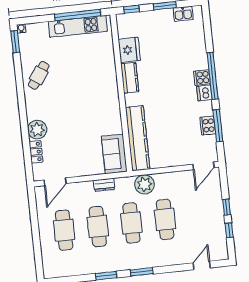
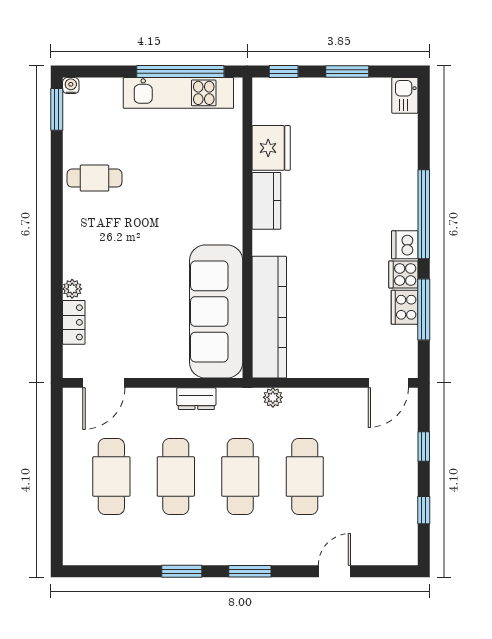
kitchen sink: (183, 14) -> (405, 95), moved, turned 90
cafe table: (39, 75) -> (94, 178), turned 55
cooker: (202, 77) -> (403, 274), moved
plant: (37, 130) -> (72, 289), width x0.53, depth x0.53
sofa: (114, 154) -> (216, 311), width x1.85, depth x1.27
plant: (144, 184) -> (273, 397), width x0.53, depth x0.53
window: (227, 207) -> (424, 447), moved
door: (202, 265) -> (334, 571), moved

